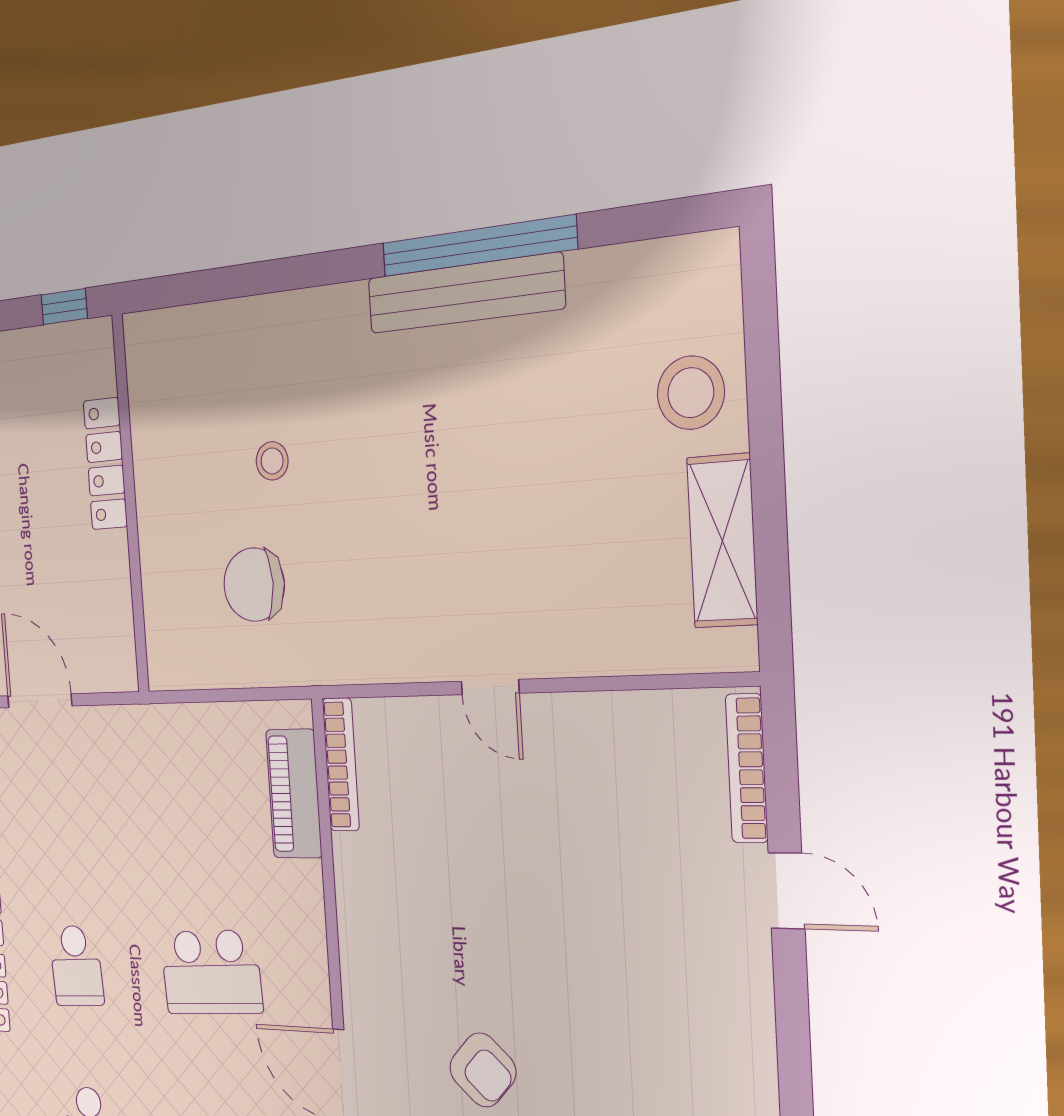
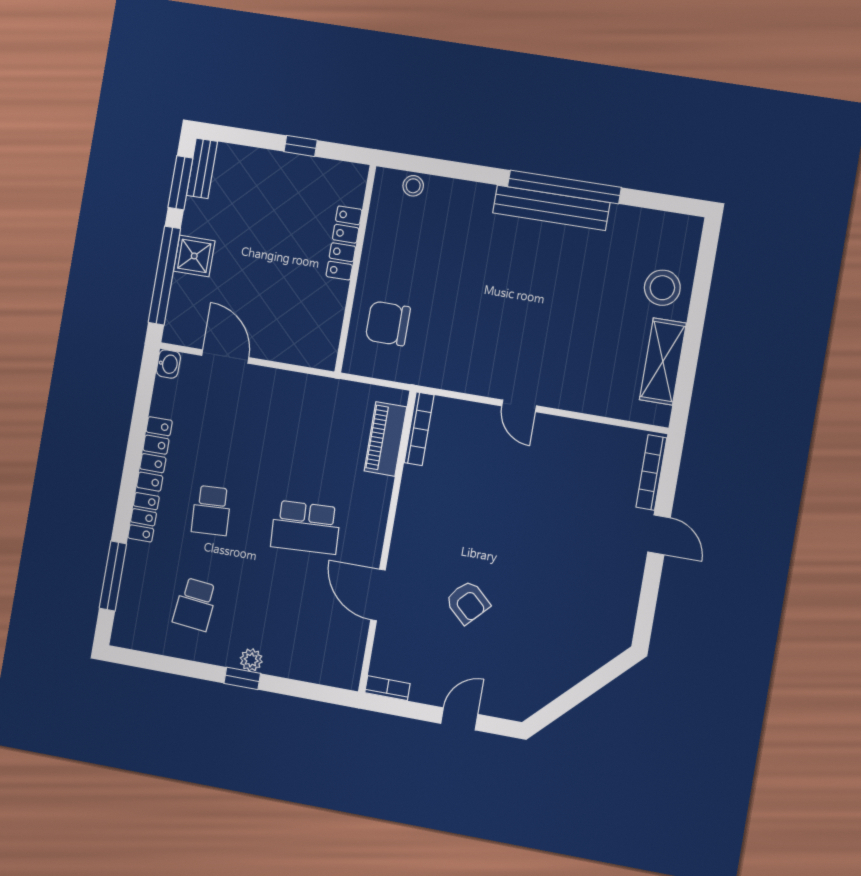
stool: (272, 461) -> (413, 186), moved
locker: (105, 464) -> (344, 243), moved
wall: (131, 504) -> (355, 269), moved

